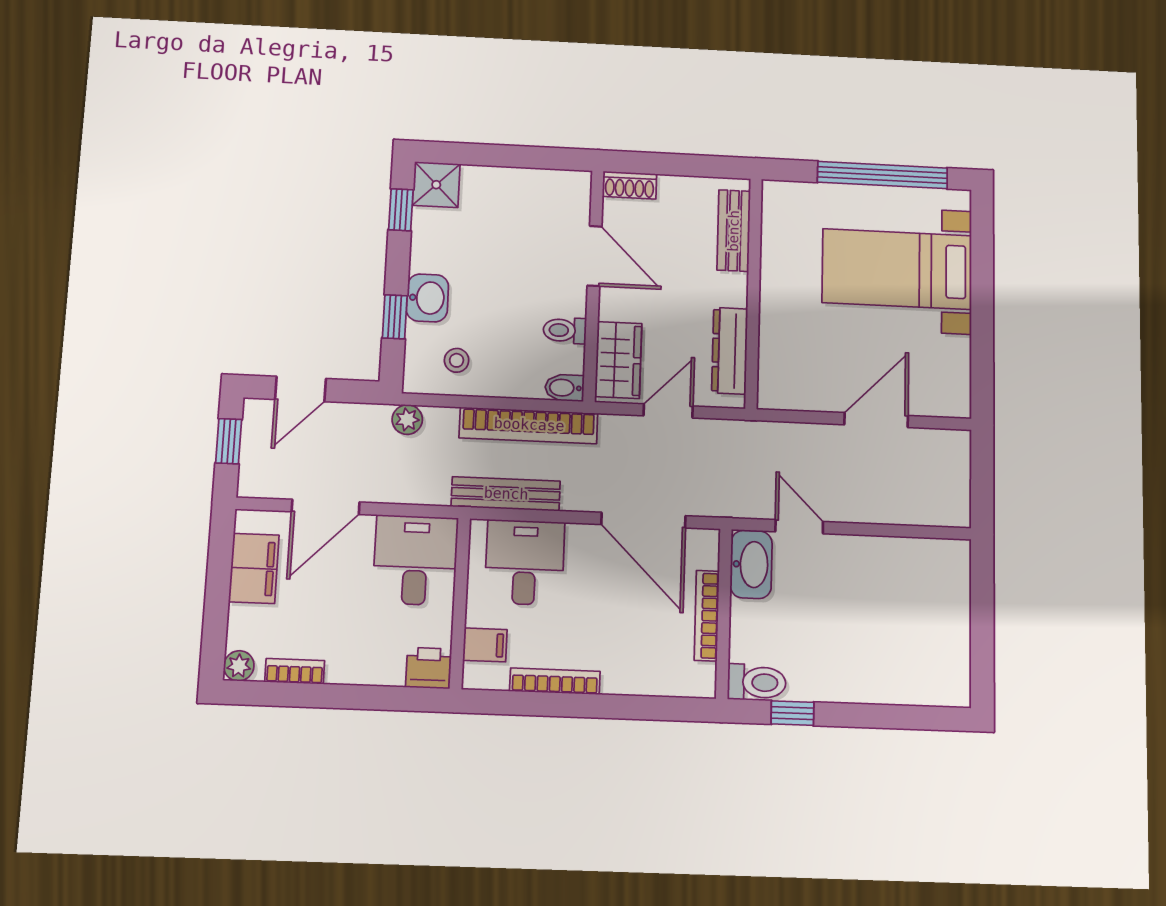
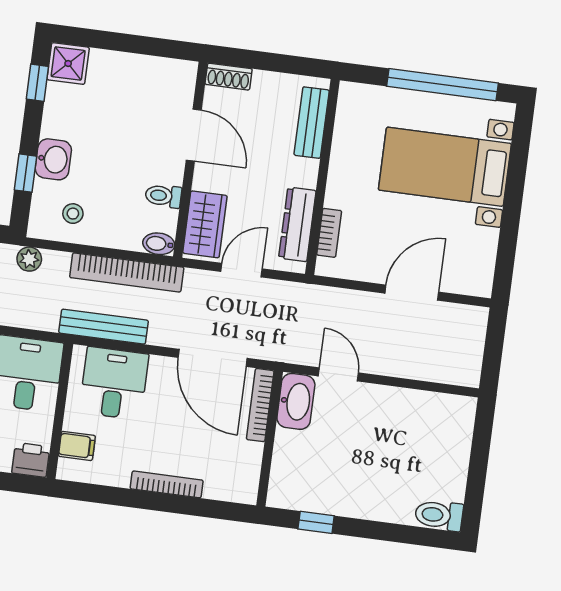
bookcase: (769, 358) -> (329, 233), added
bookcase: (707, 616) -> (260, 405), moved
bookcase: (555, 681) -> (167, 484), moved
toilet: (757, 682) -> (439, 515), moved, turned 180

